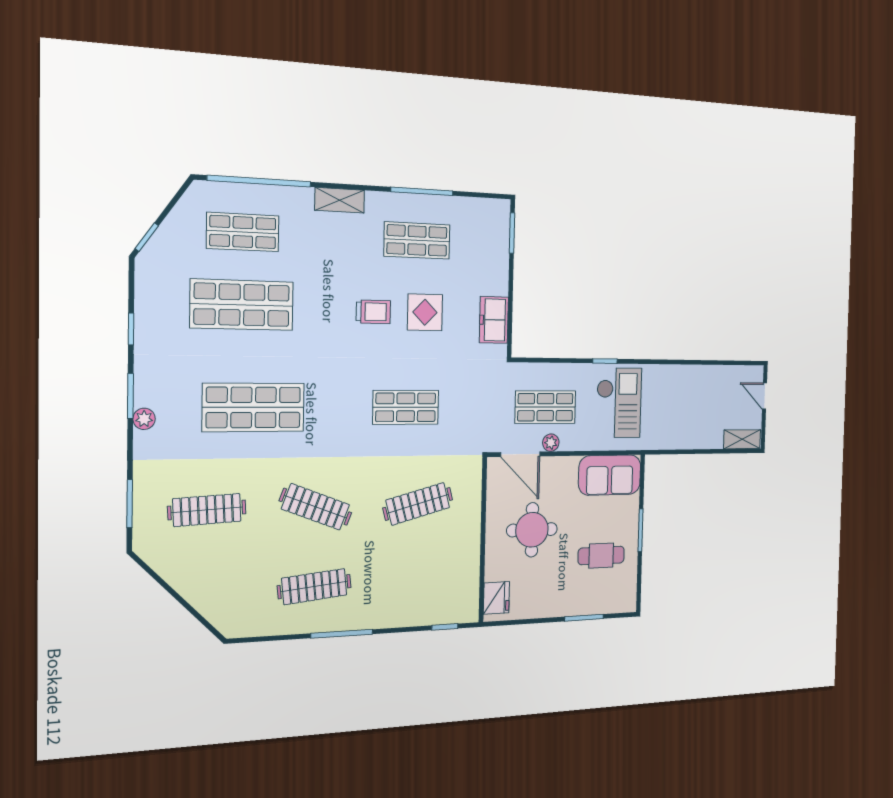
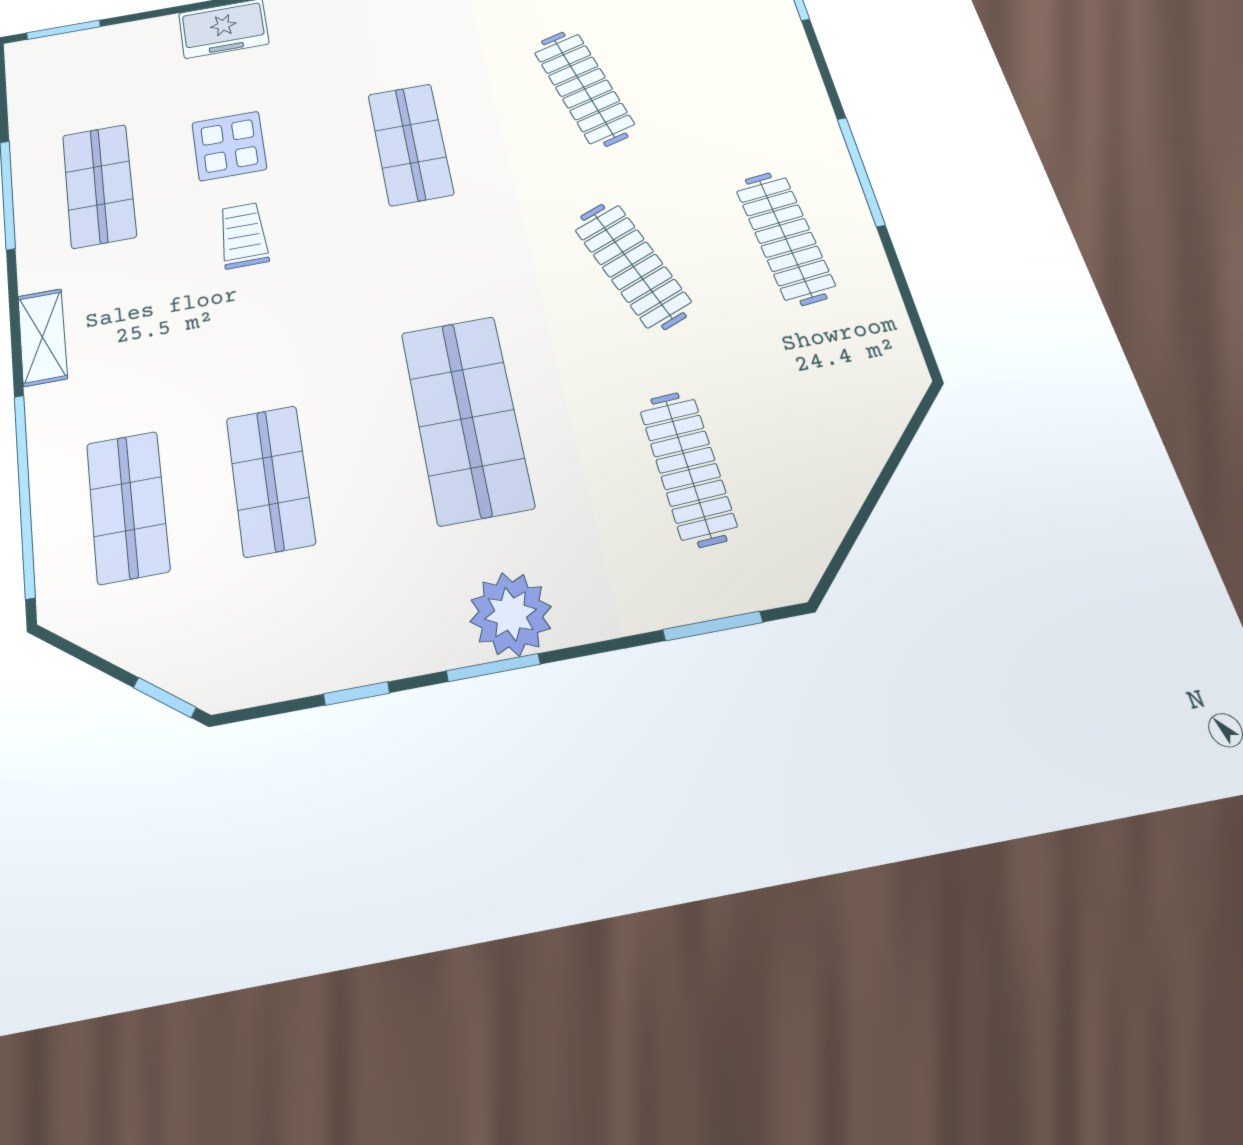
shop shelf: (242, 305) -> (270, 480), width x0.70, depth x0.74
plant: (144, 419) -> (511, 614), width x1.88, depth x1.88
clothes rail: (316, 507) -> (633, 266), turned -42

